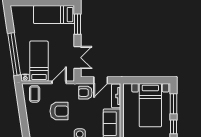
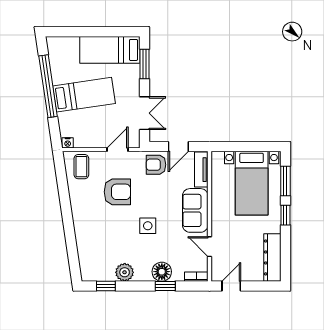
window: (14, 54) -> (48, 86), moved
bed: (39, 61) -> (84, 95), moved, turned 82

